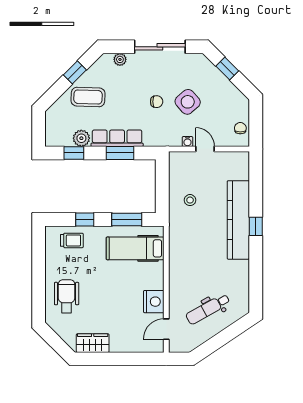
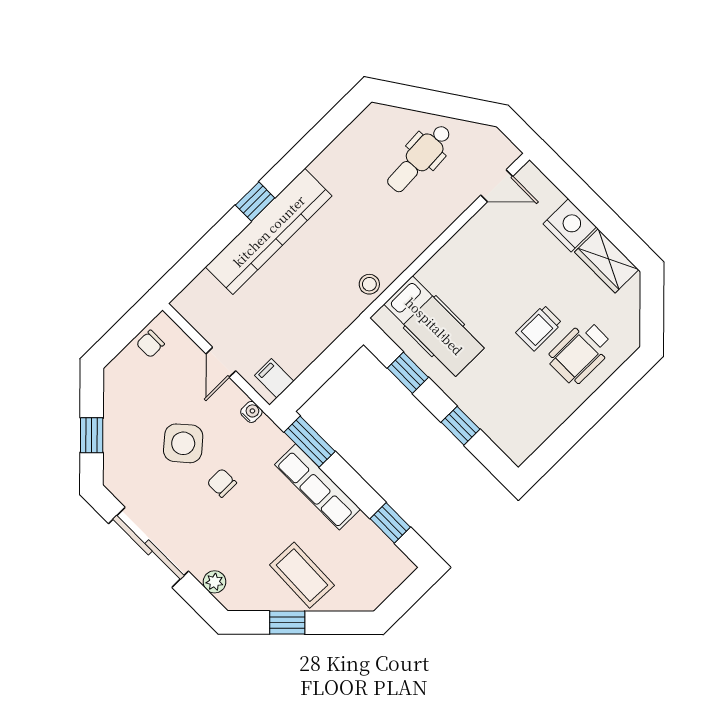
plant: (81, 138) -> (362, 532), removed
water cooler: (187, 141) -> (251, 412), moved
window: (120, 153) -> (310, 442), moved
filing cabinet: (178, 164) -> (274, 378), added
stool: (190, 200) -> (369, 284), moved
window: (127, 219) -> (408, 373), width x0.67
trolley: (72, 240) -> (539, 328), moved, turned -90
nightstand: (154, 302) -> (570, 225), moved, turned 90
dental chair: (208, 309) -> (419, 158), turned 116

